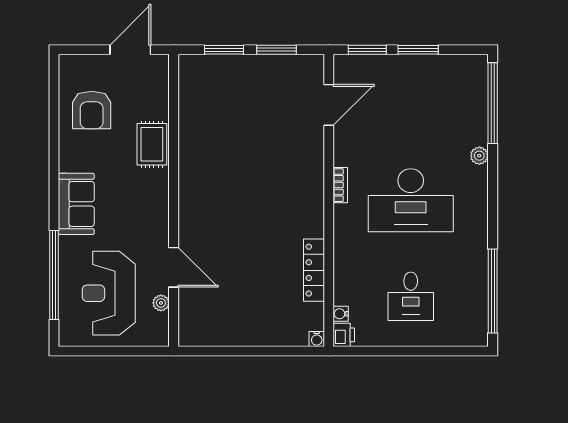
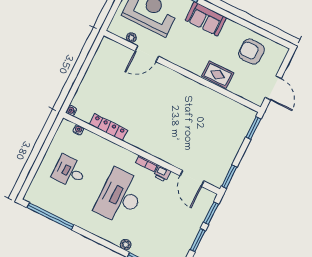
window: (224, 50) -> (253, 128), moved
window: (276, 50) -> (229, 177), moved
printer: (344, 335) -> (162, 174), moved

